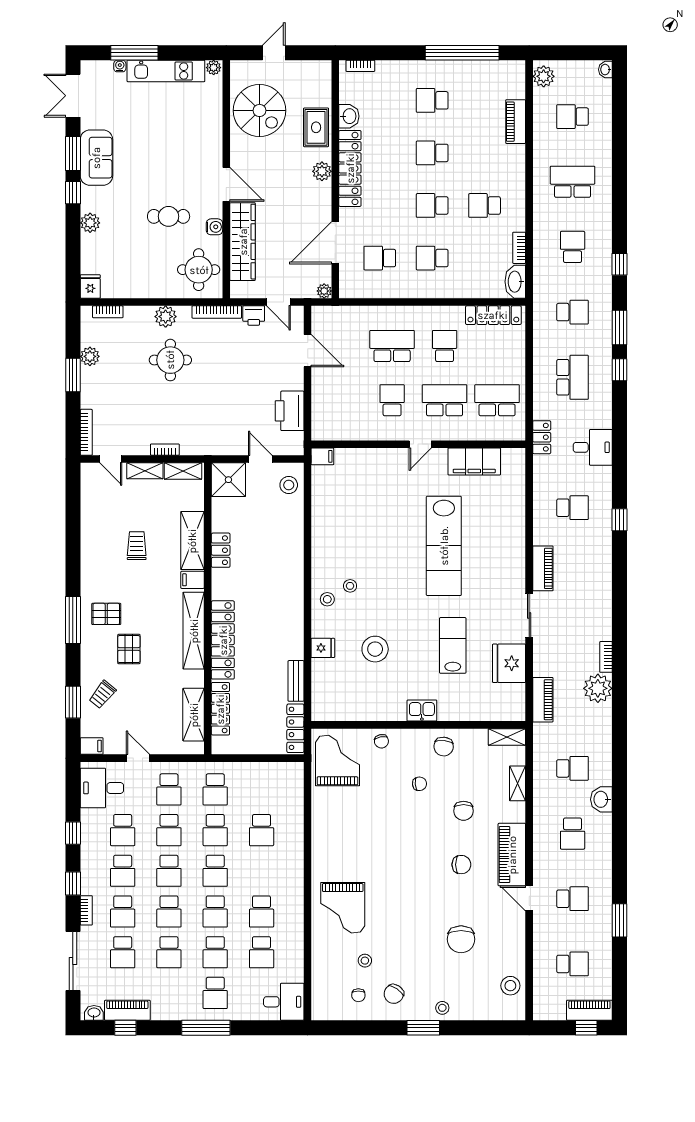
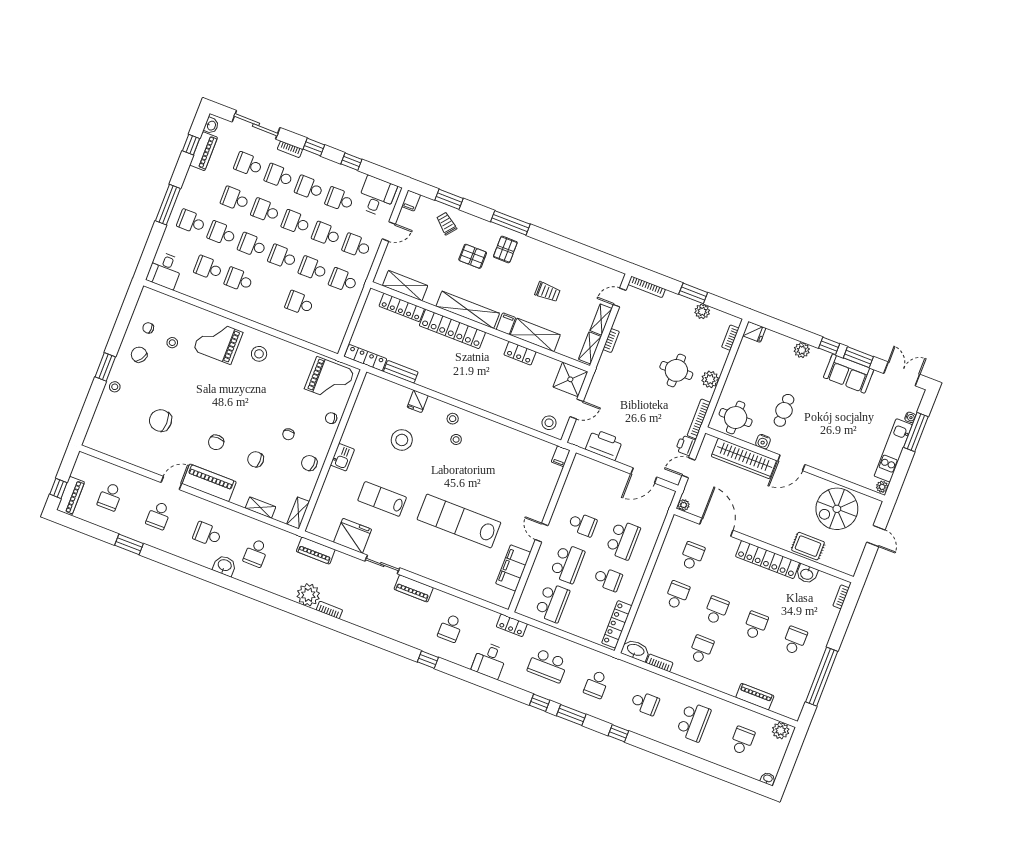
plant: (322, 171) -> (773, 538), removed
lab bench: (453, 645) -> (382, 499), turned 180
stool: (510, 986) -> (259, 354), moved

